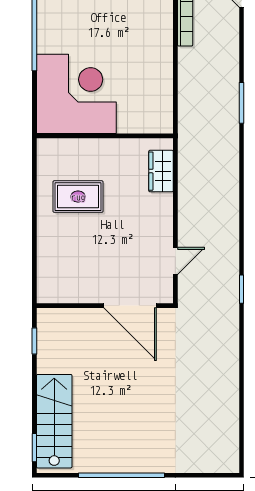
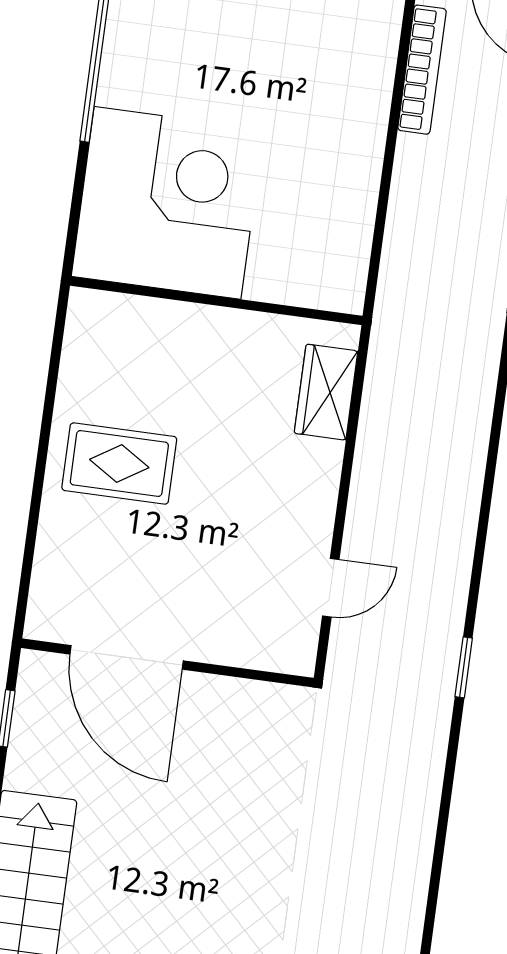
rug: (78, 197) -> (119, 463), moved
door: (130, 306) -> (127, 657), moved

